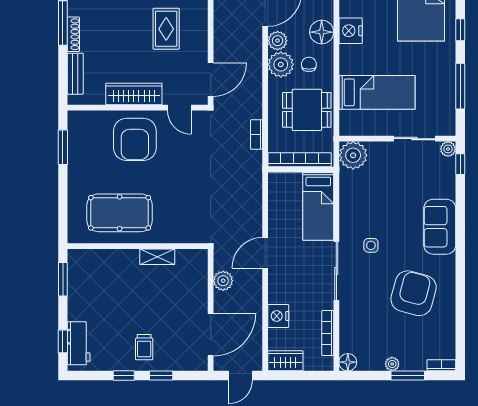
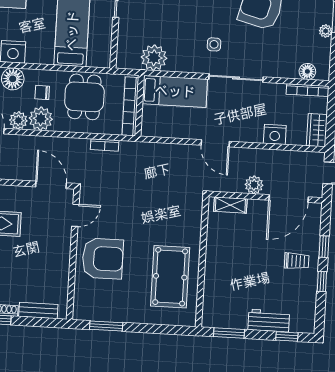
wardrobe: (134, 94) -> (60, 257), removed
plant: (353, 155) -> (154, 58), moved
shelving: (157, 257) -> (230, 205), moved, turned 90
plant: (223, 281) -> (254, 185), moved
bookcase: (328, 333) -> (308, 90), moved
door: (211, 335) -> (289, 199), swing flipped
workbench: (79, 343) -> (269, 321), moved
floor lamp: (348, 362) -> (307, 71), moved

